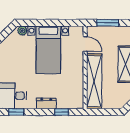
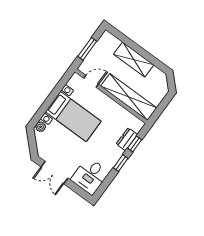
dresser: (46, 103) -> (127, 139), moved
window: (16, 112) -> (121, 163), moved

